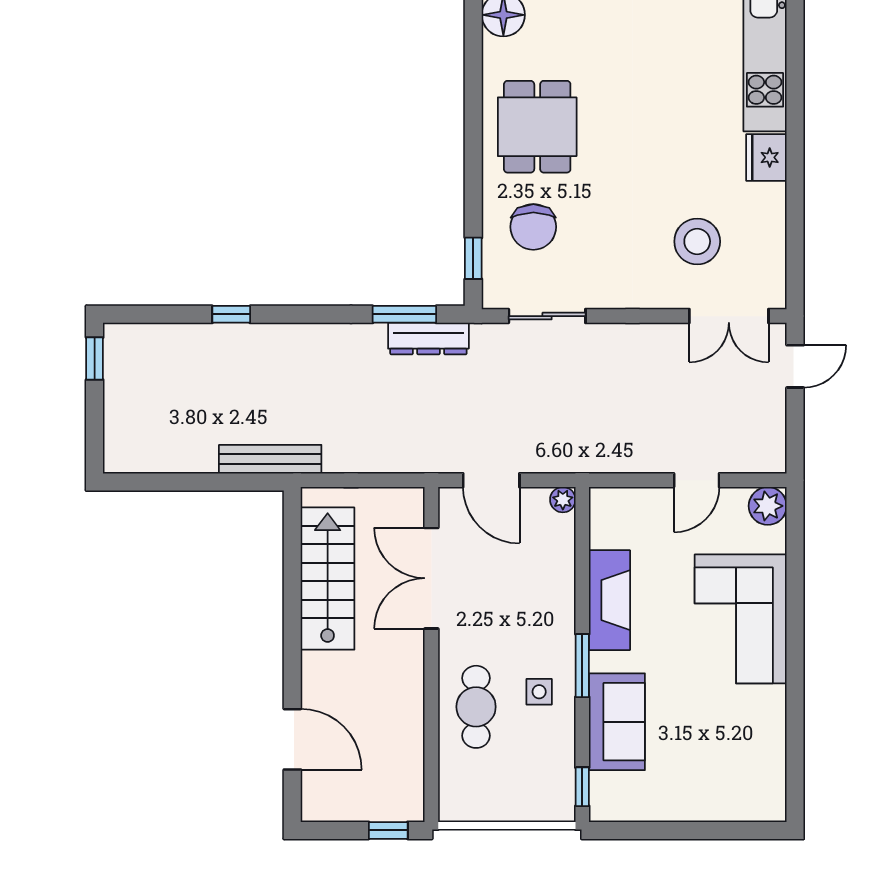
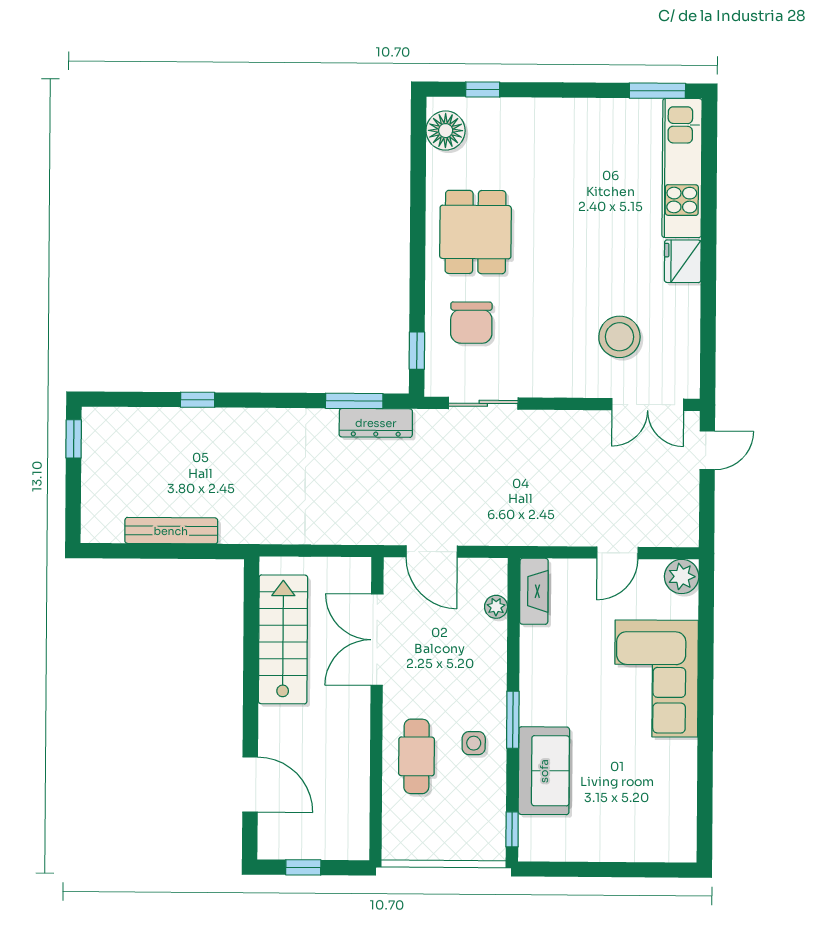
bench: (270, 459) -> (171, 531), moved
plant: (563, 500) -> (496, 607), moved
fireplace: (609, 600) -> (534, 591), moved, width x0.73, depth x0.76
window: (388, 830) -> (303, 867), moved

